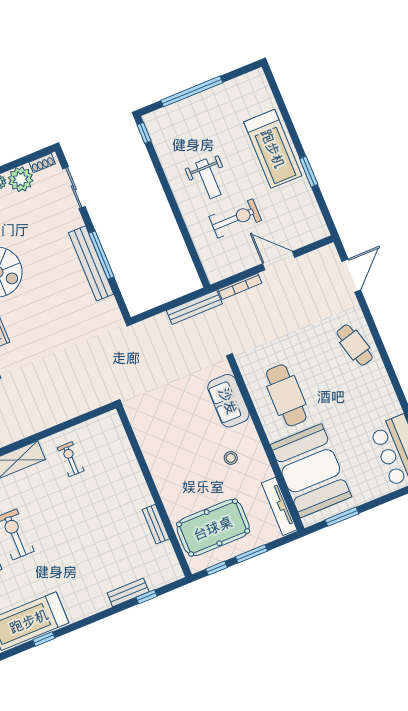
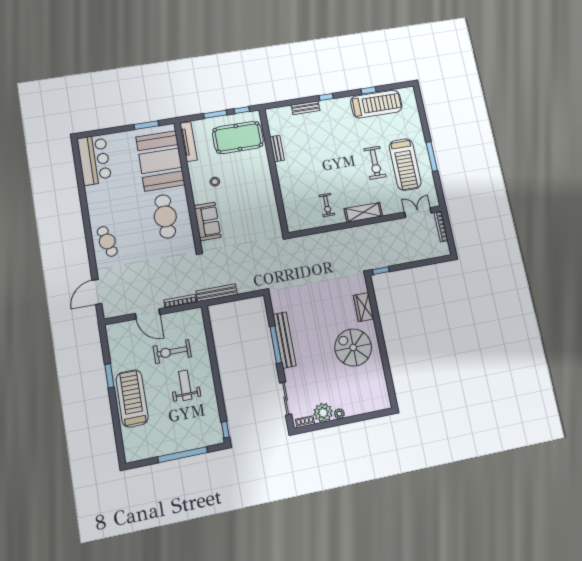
window: (147, 597) -> (326, 97), moved

